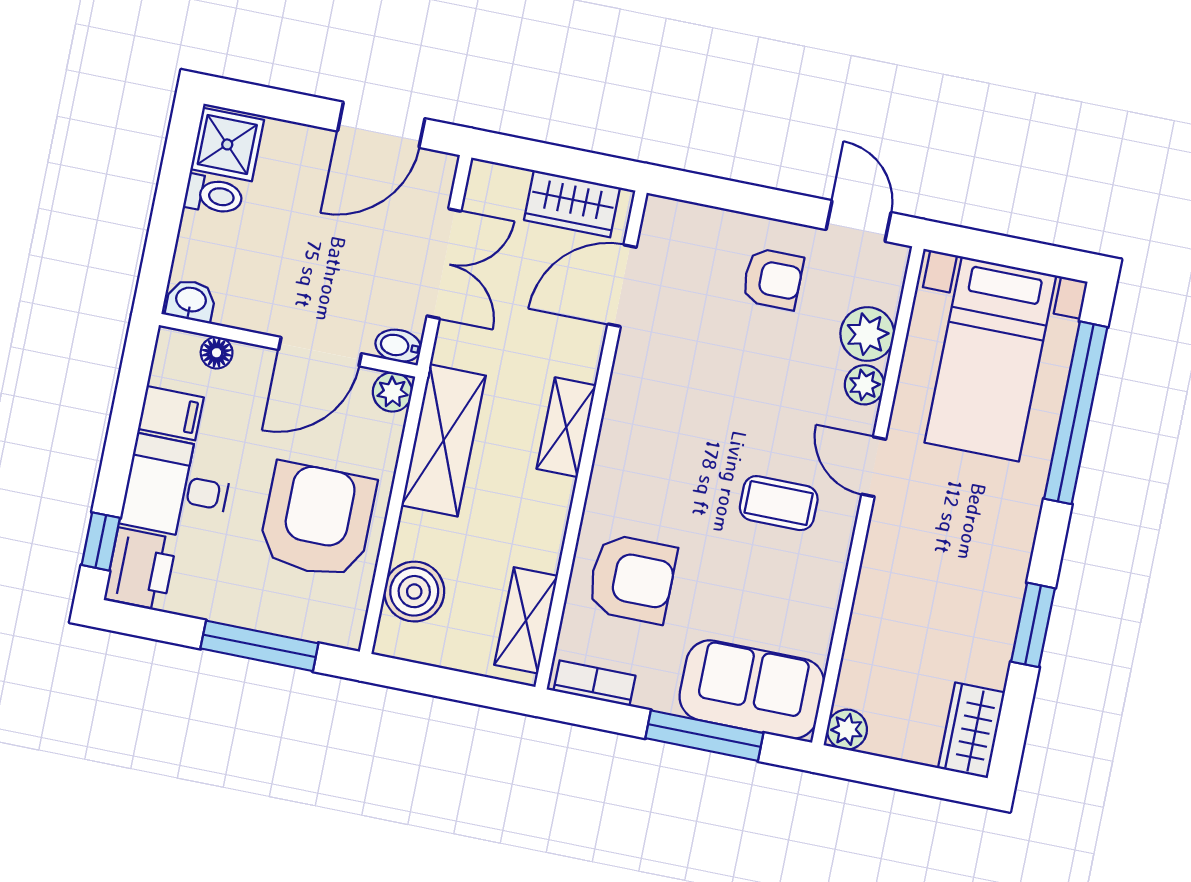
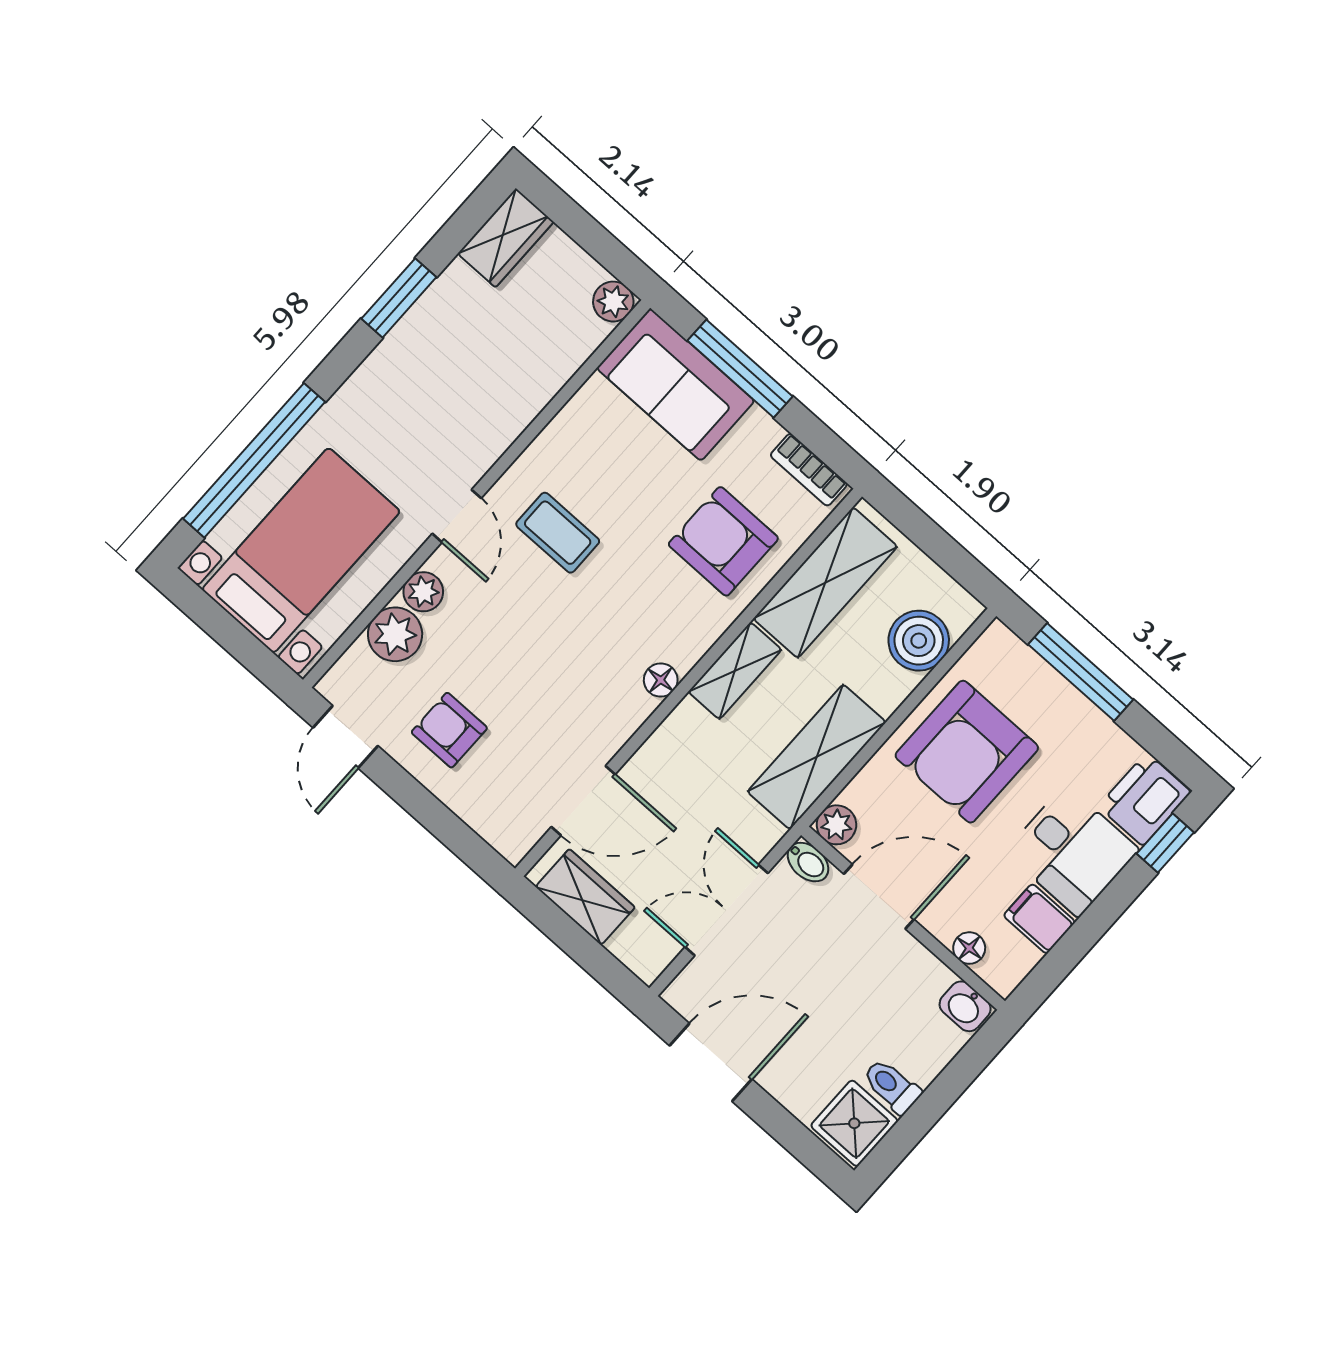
shelving: (566, 427) -> (735, 671), moved
floor lamp: (616, 428) -> (661, 680), added
shelving: (526, 620) -> (825, 583), width x1.50, depth x1.33

